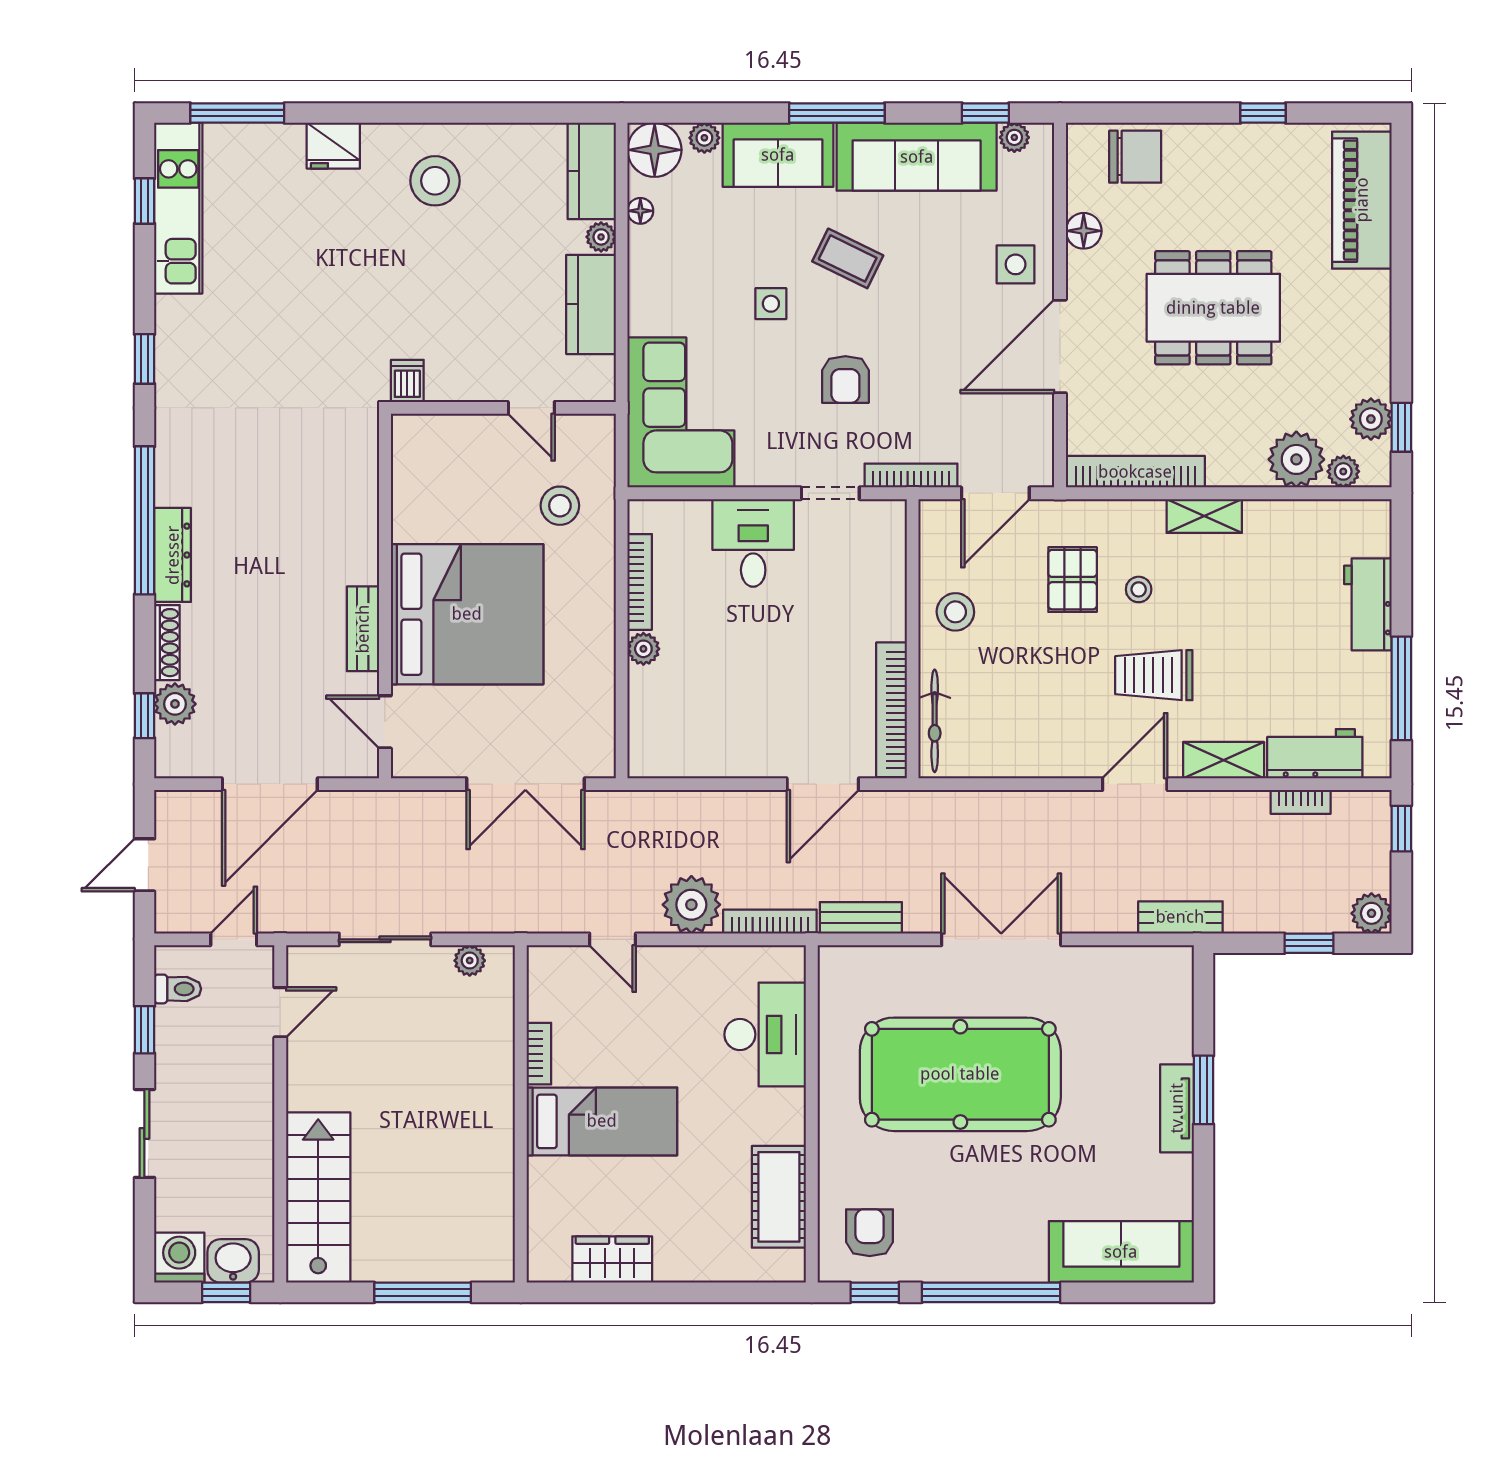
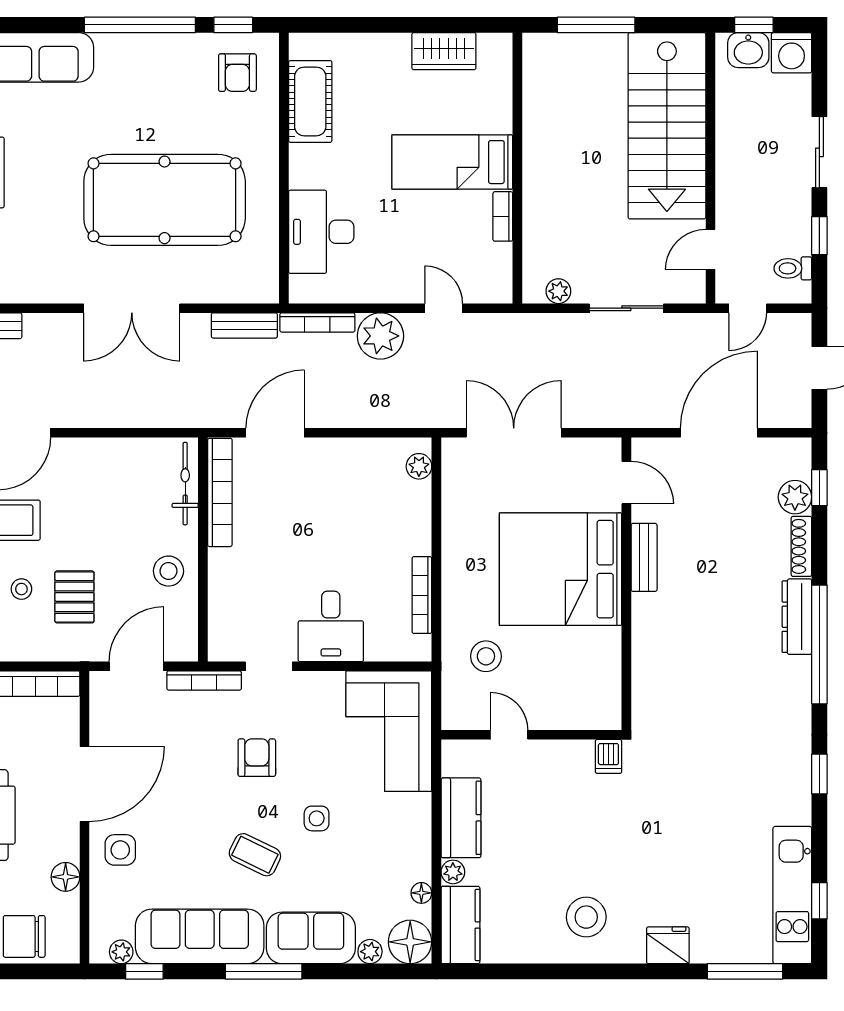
plant: (643, 649) -> (419, 466), moved
stairs: (318, 1198) -> (667, 126), width x1.36, depth x1.51

